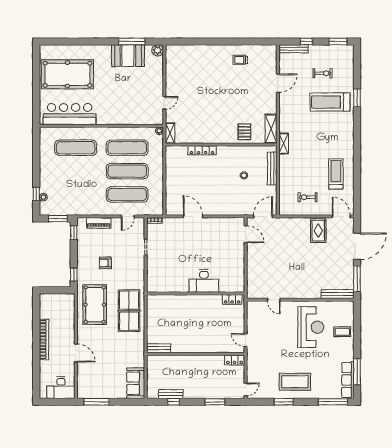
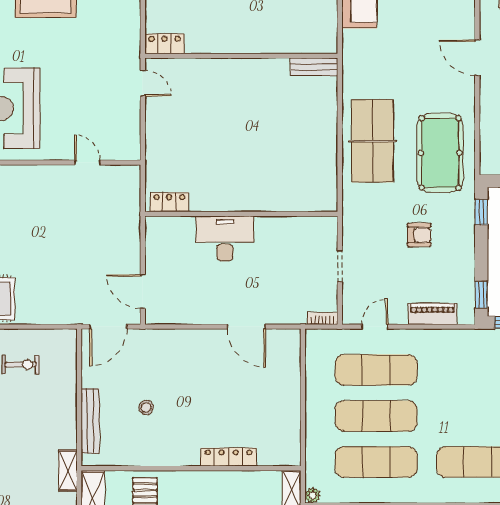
desk: (204, 281) -> (225, 239), moved
wall: (196, 293) -> (241, 214), moved
locker: (232, 299) -> (169, 202), moved

